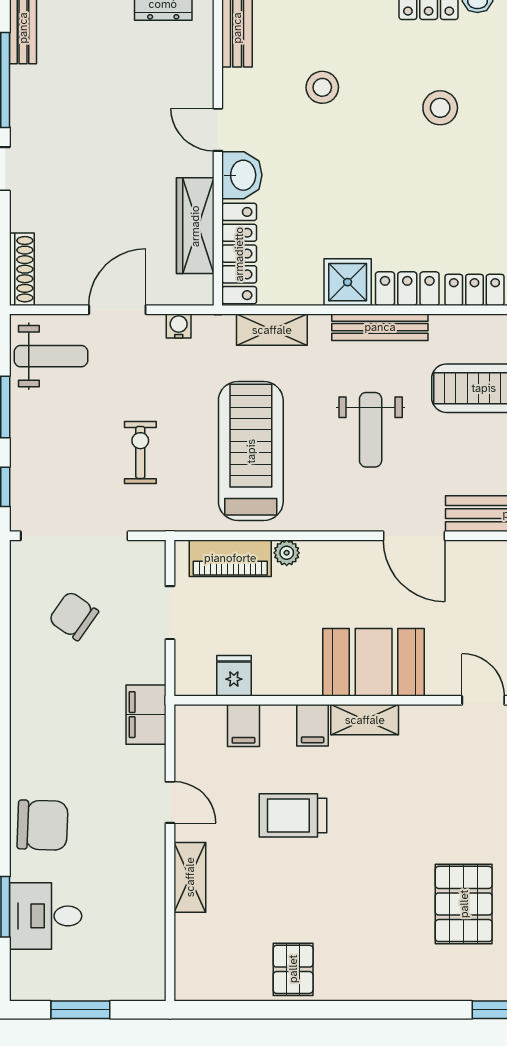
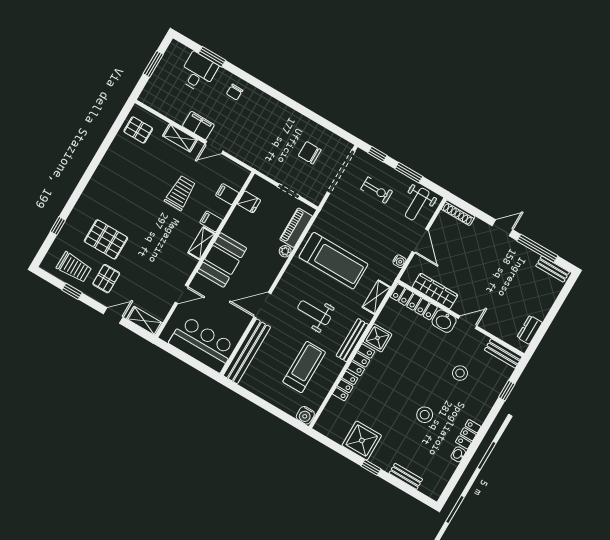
exercise bike: (140, 453) -> (377, 190), moved
chair: (74, 616) -> (310, 153), turned -125
filing cabinet: (146, 715) -> (198, 126), moved
chair: (43, 825) -> (235, 92), width x0.54, depth x0.54
pallet: (293, 969) -> (138, 130), moved

